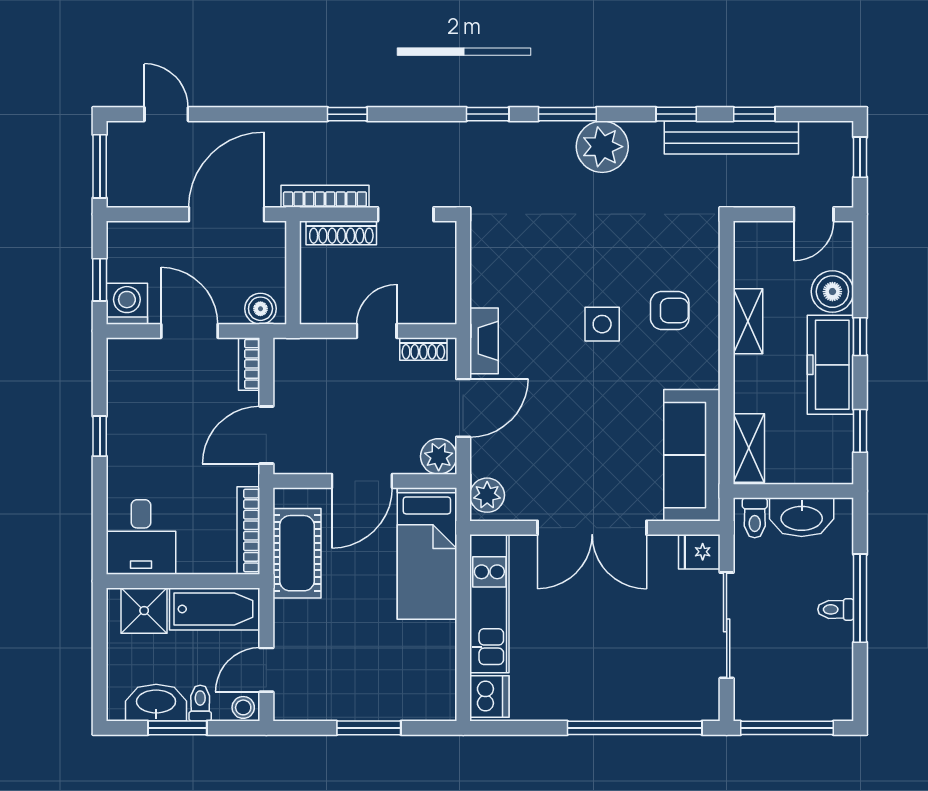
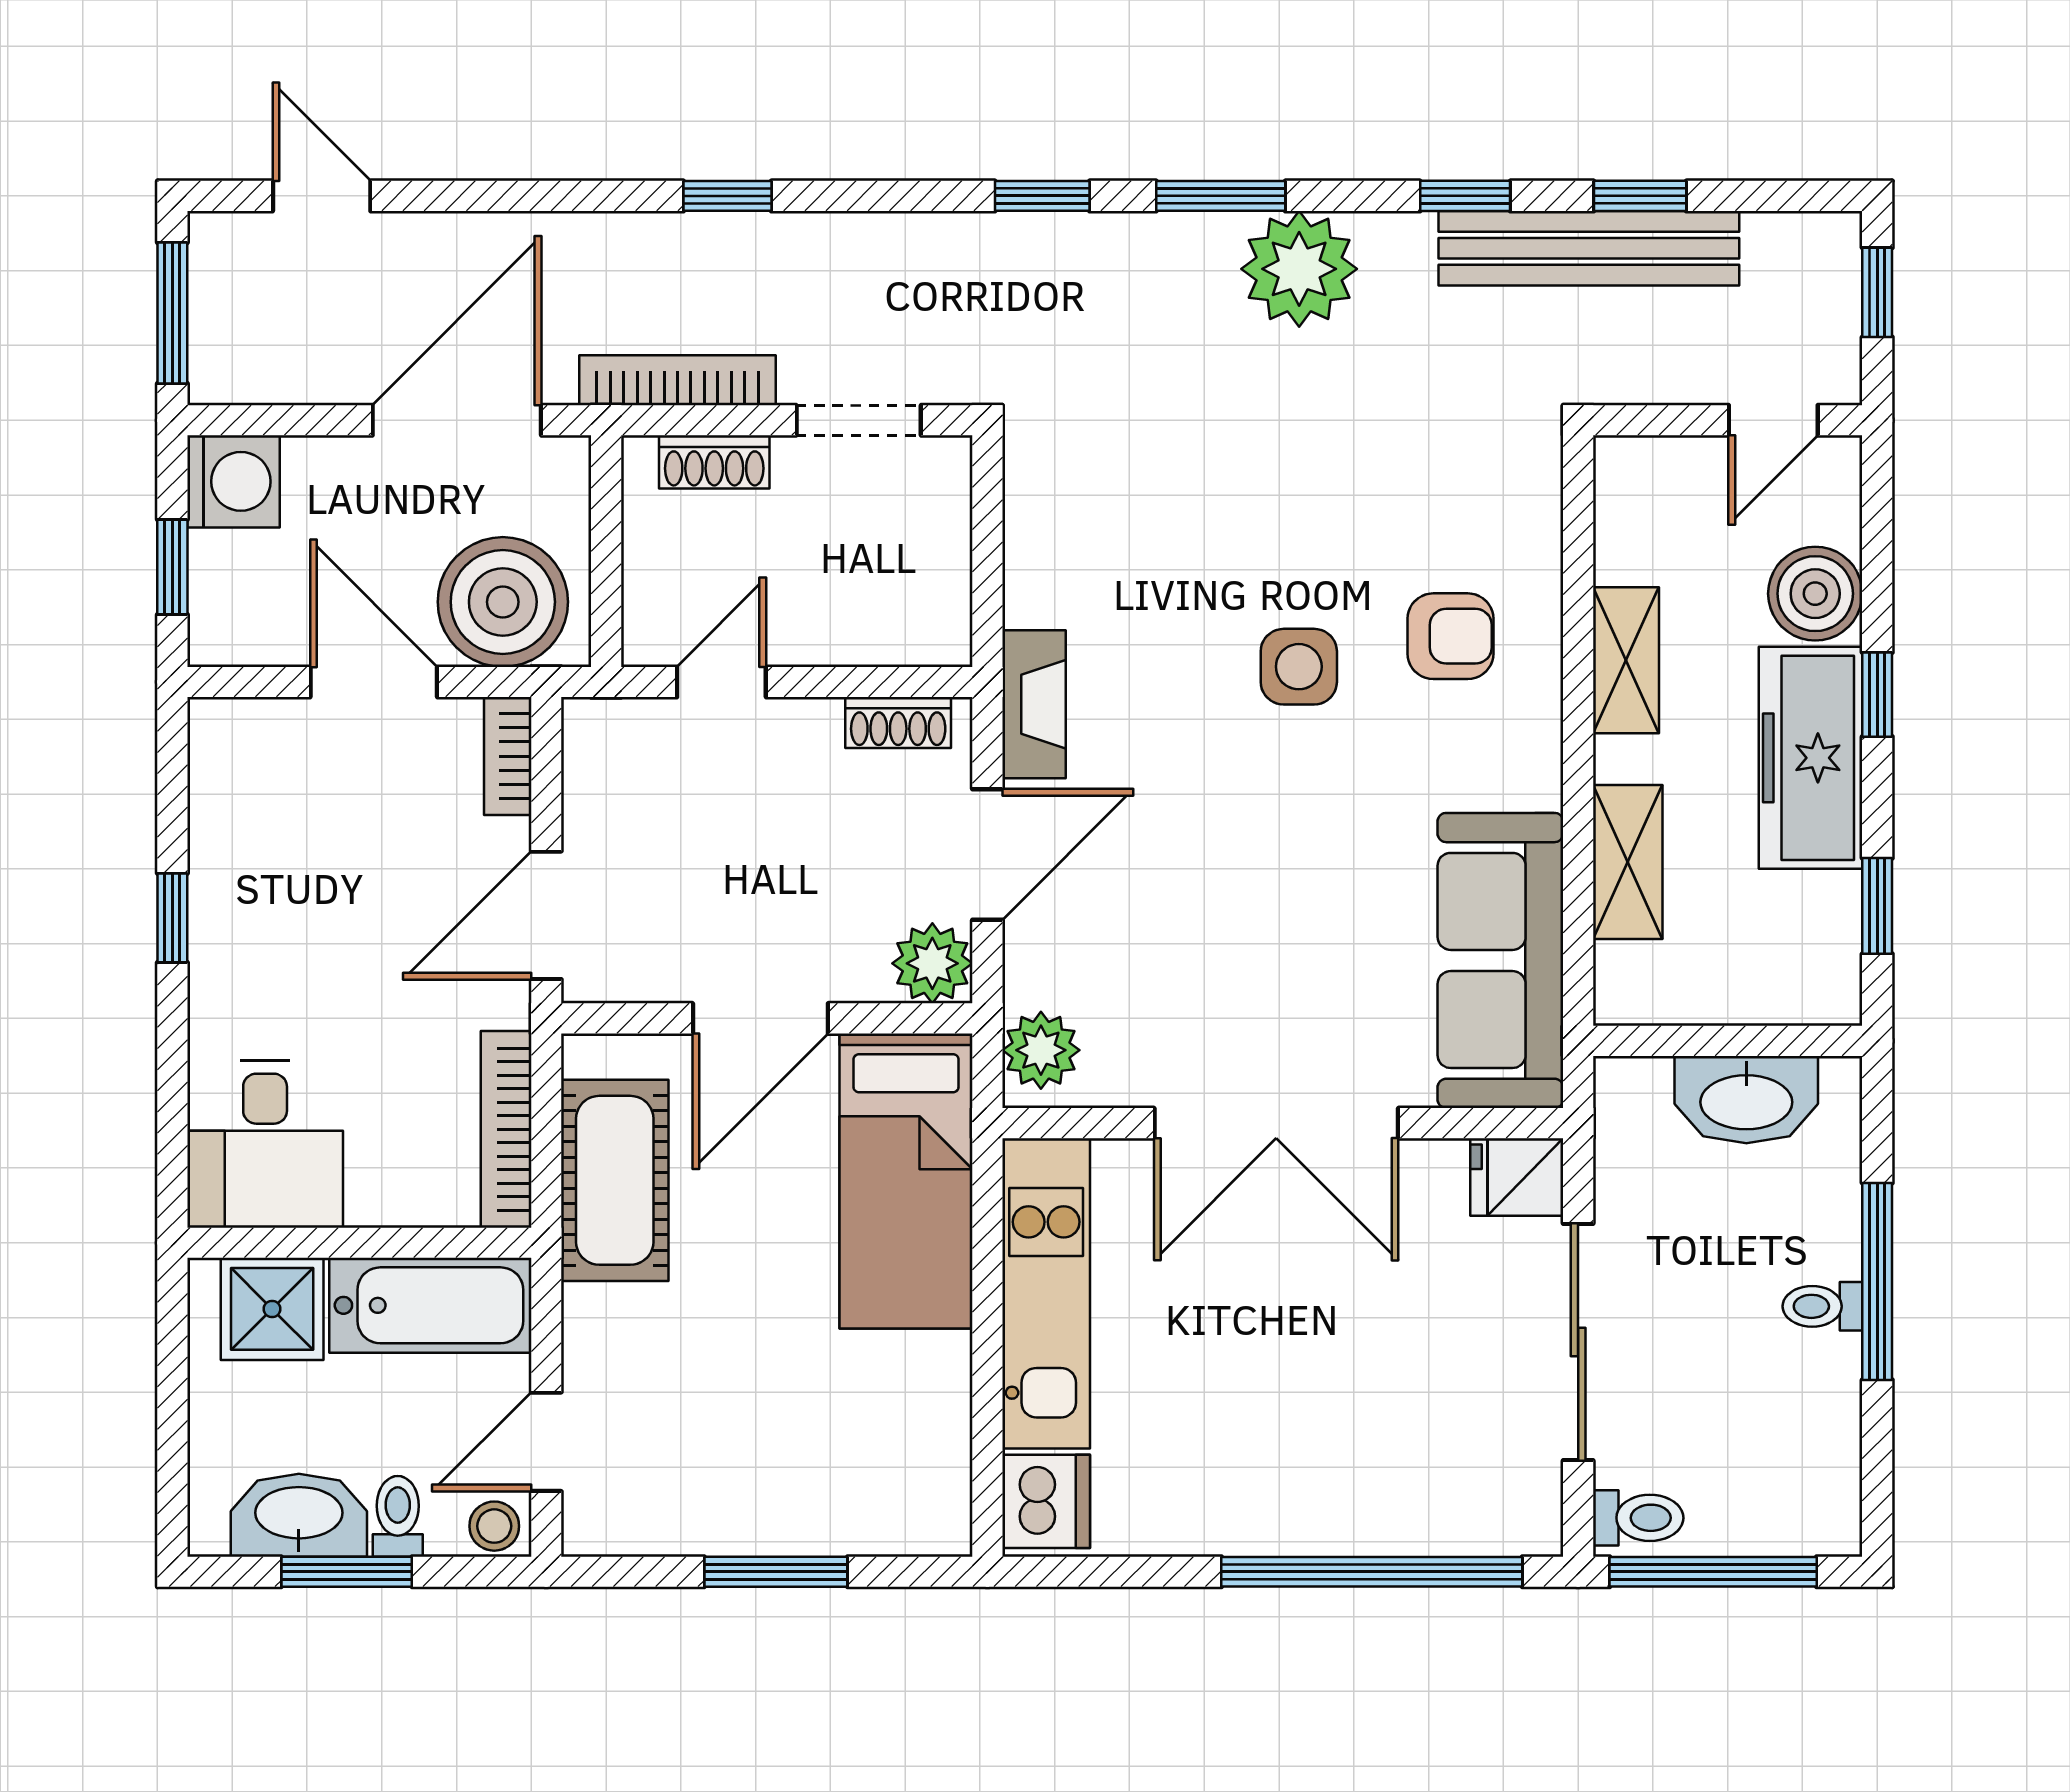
shoe rack: (341, 233) -> (714, 462), width x0.70
washing machine: (127, 304) -> (233, 481), moved, turned 90
boiler: (260, 309) -> (503, 602), width x1.86, depth x1.86
door: (377, 331) -> (721, 682), moved
shelving: (749, 448) -> (1628, 862), moved
toilet: (755, 518) -> (1638, 1518), moved, turned -90

